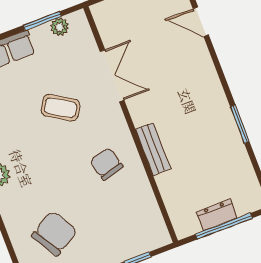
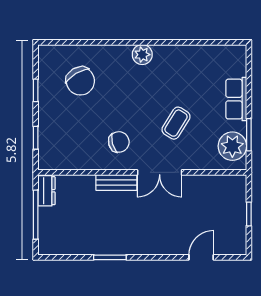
plant: (60, 27) -> (232, 146), width x1.87, depth x1.87
double door: (112, 76) -> (160, 172), moved
dresser: (217, 215) -> (46, 191), moved

